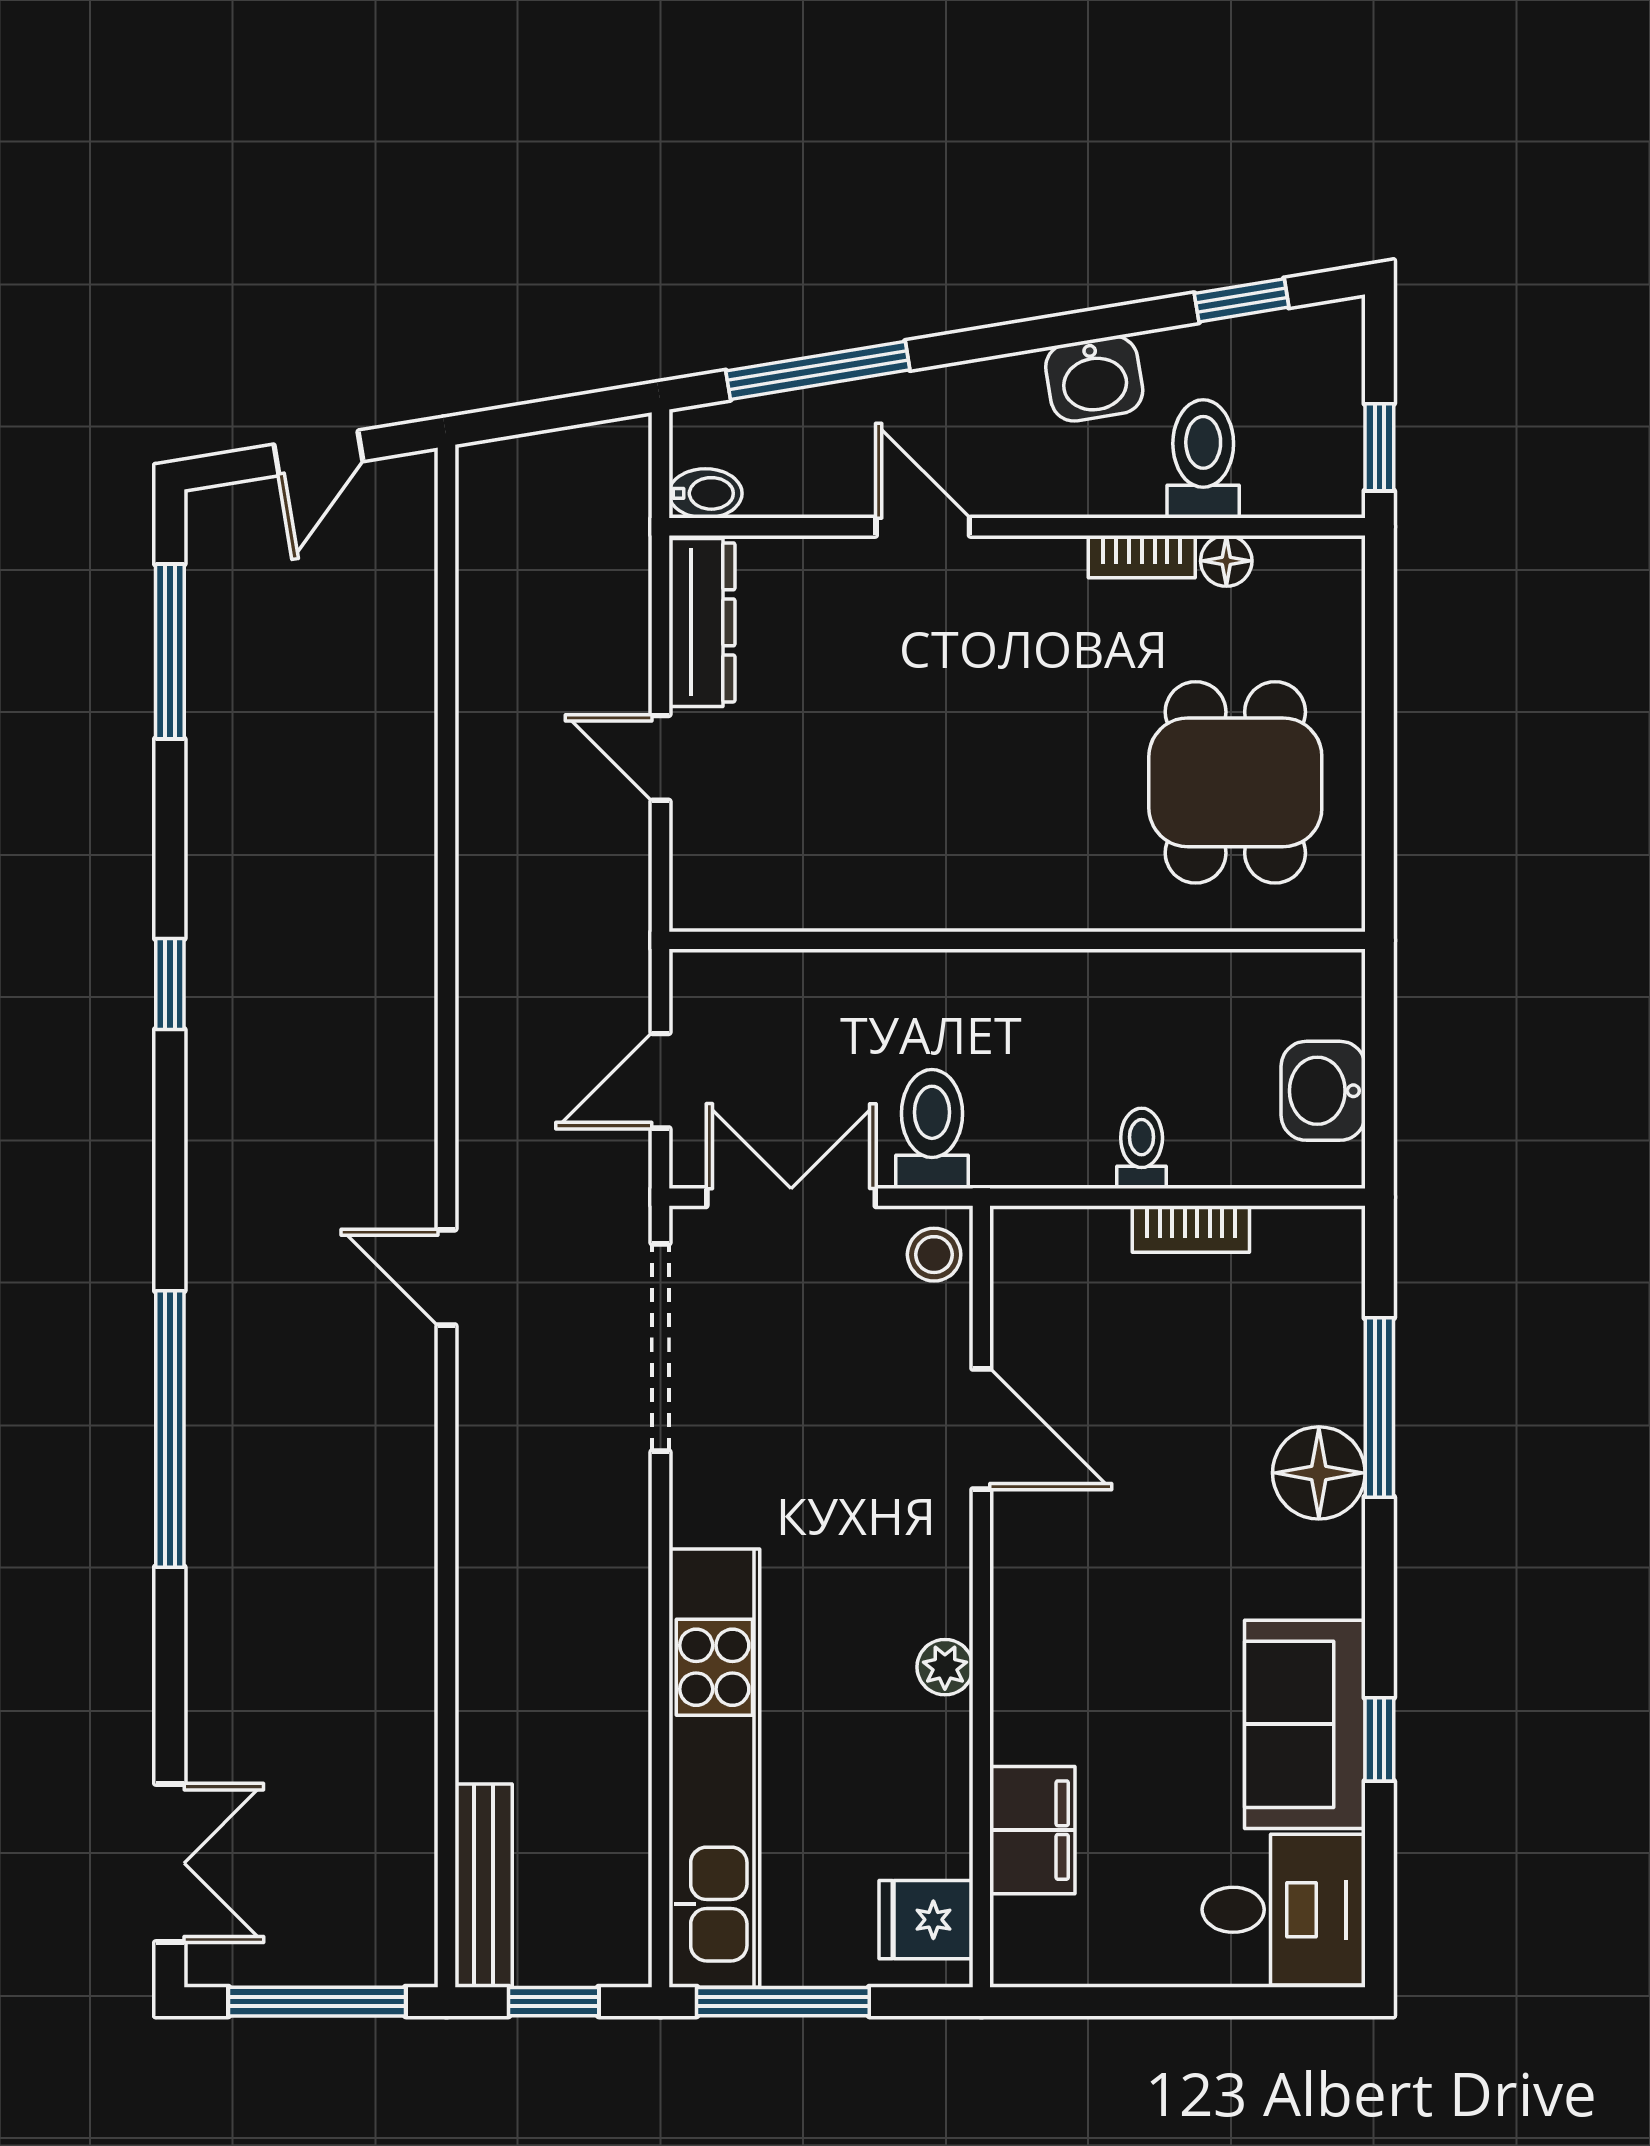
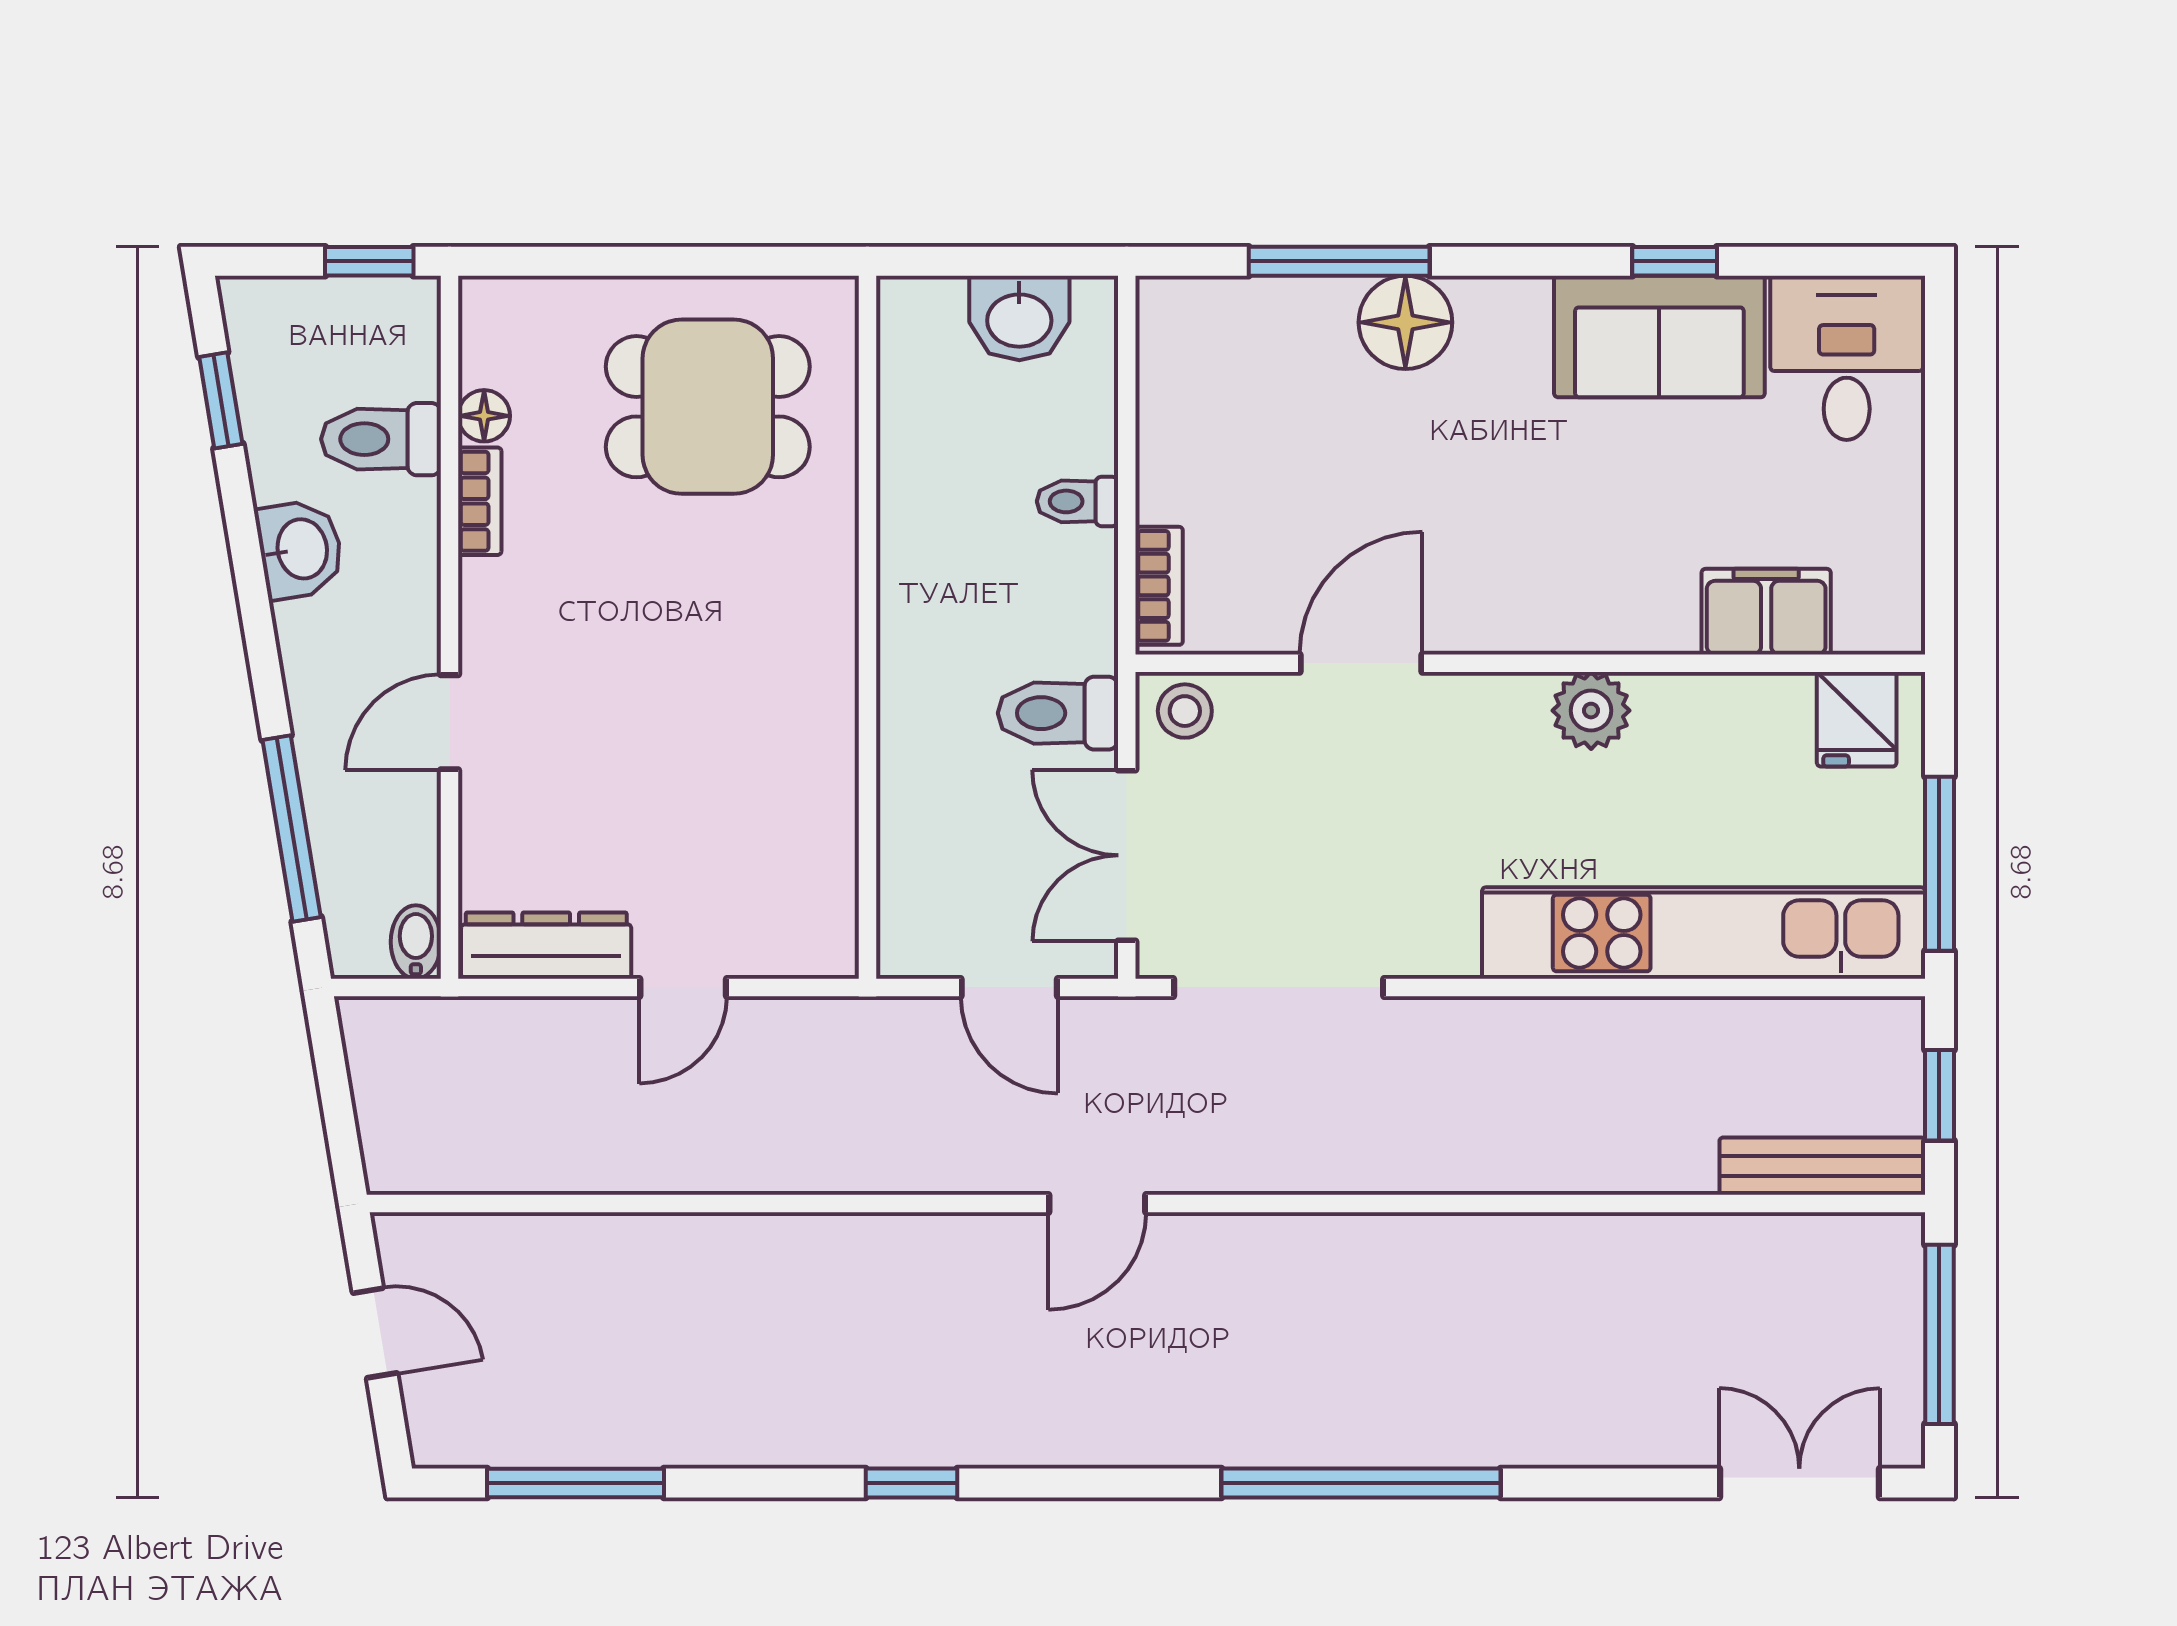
bookcase: (1191, 1229) -> (1159, 586), moved
door: (447, 1277) -> (1097, 1204), moved
plant: (945, 1667) -> (1591, 711), width x1.38, depth x1.38

